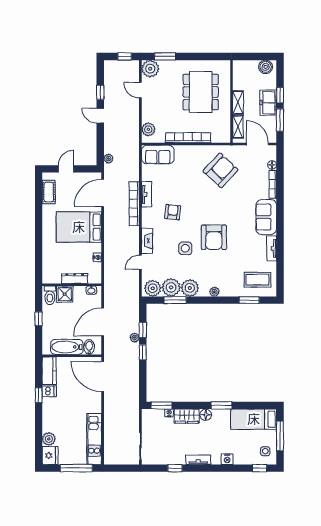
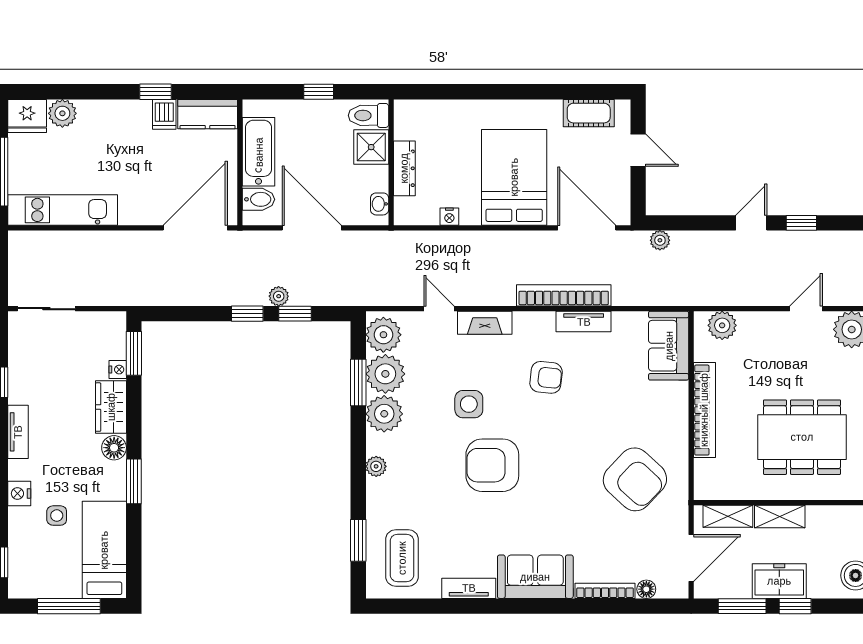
side table: (265, 451) -> (57, 516), moved

